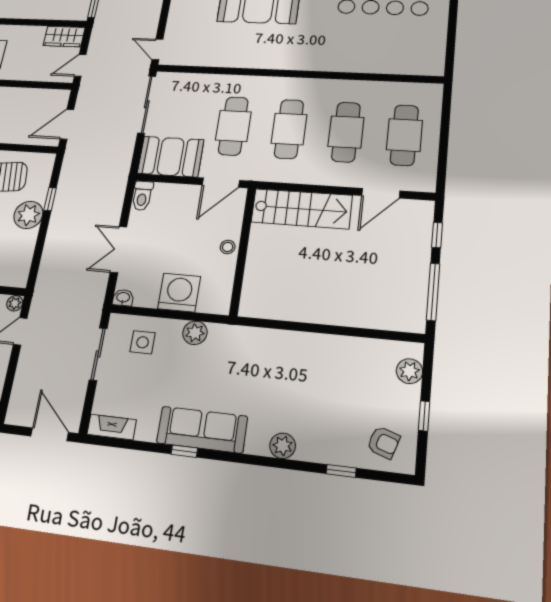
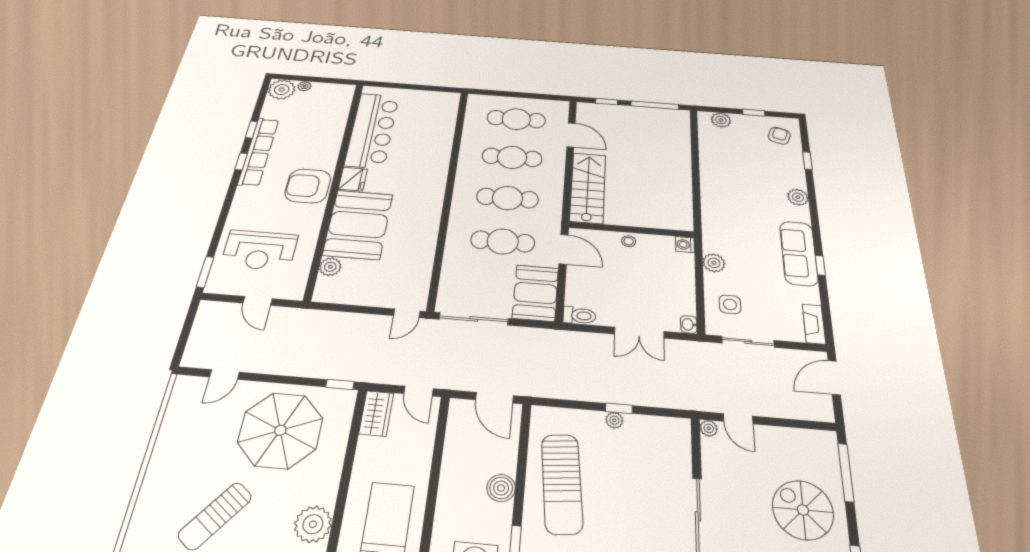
window: (50, 199) -> (619, 408), moved
plant: (28, 215) -> (614, 420), width x0.53, depth x0.53
washing machine: (179, 293) -> (685, 245), moved, width x0.53, depth x0.53

